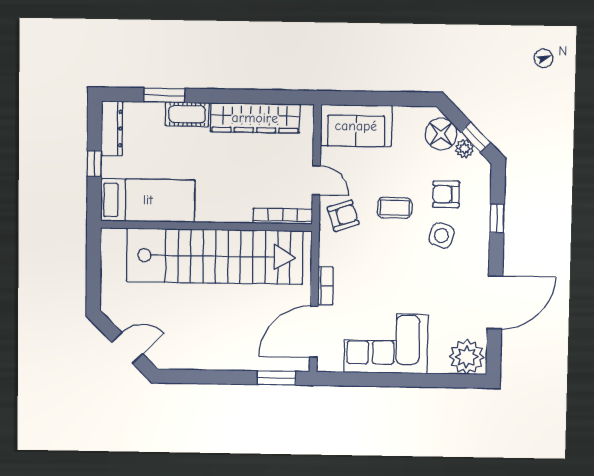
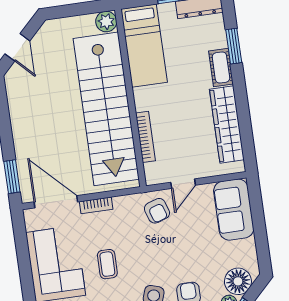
coffee table: (395, 208) -> (107, 264), moved
bookcase: (283, 216) -> (145, 137), moved
plant: (113, 240) -> (106, 22), added

